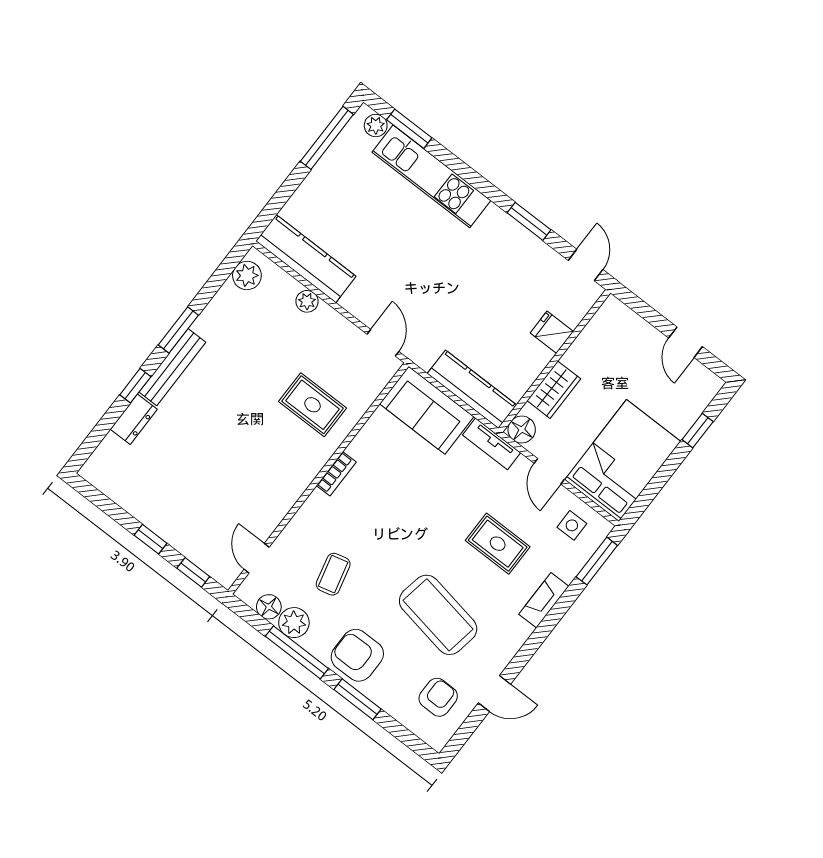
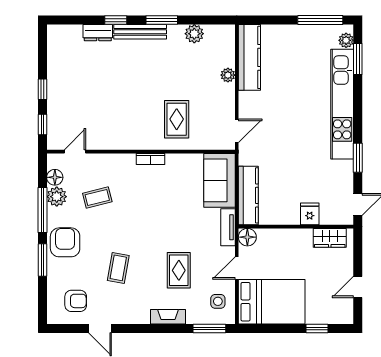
kitchen unit: (431, 176) -> (342, 104), width x1.36
plant: (247, 276) -> (194, 34), moved
wardrobe: (554, 390) -> (330, 238), moved
coffee table: (438, 615) -> (118, 268), width x0.54, depth x0.58

